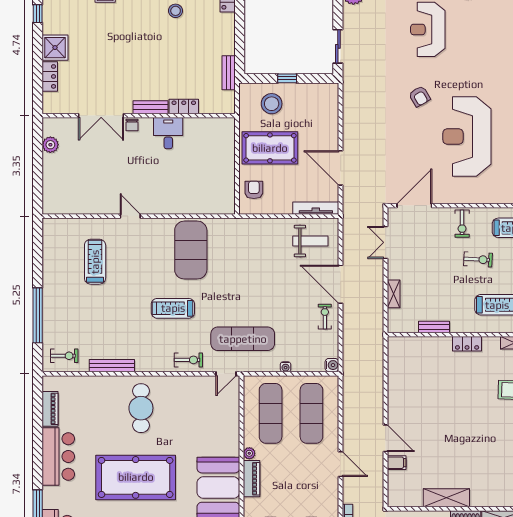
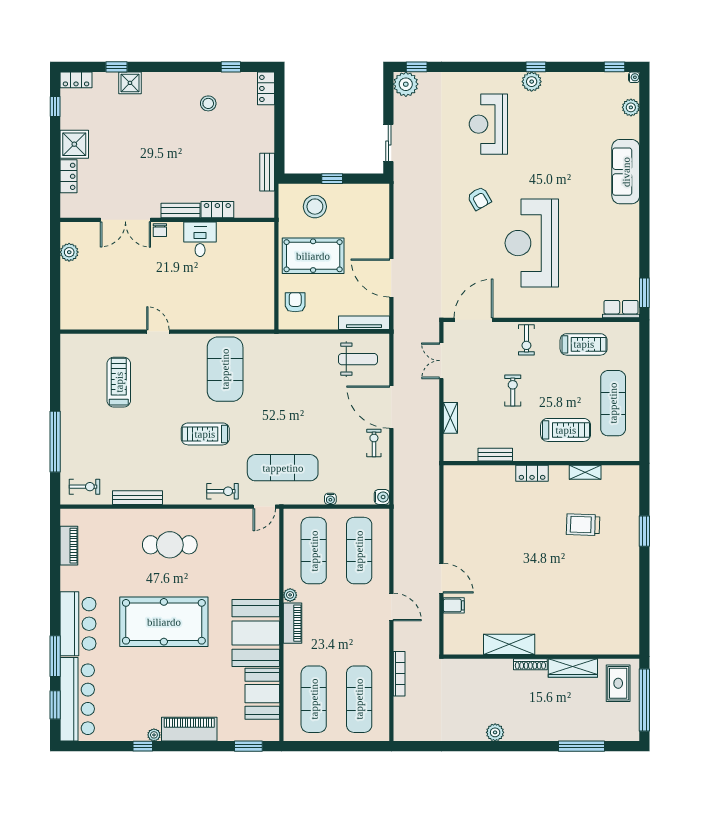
exercise bike: (478, 259) -> (513, 390), moved, turned -93
cafe table: (141, 408) -> (170, 545), turned 90
bar counter: (58, 457) -> (78, 624), moved

